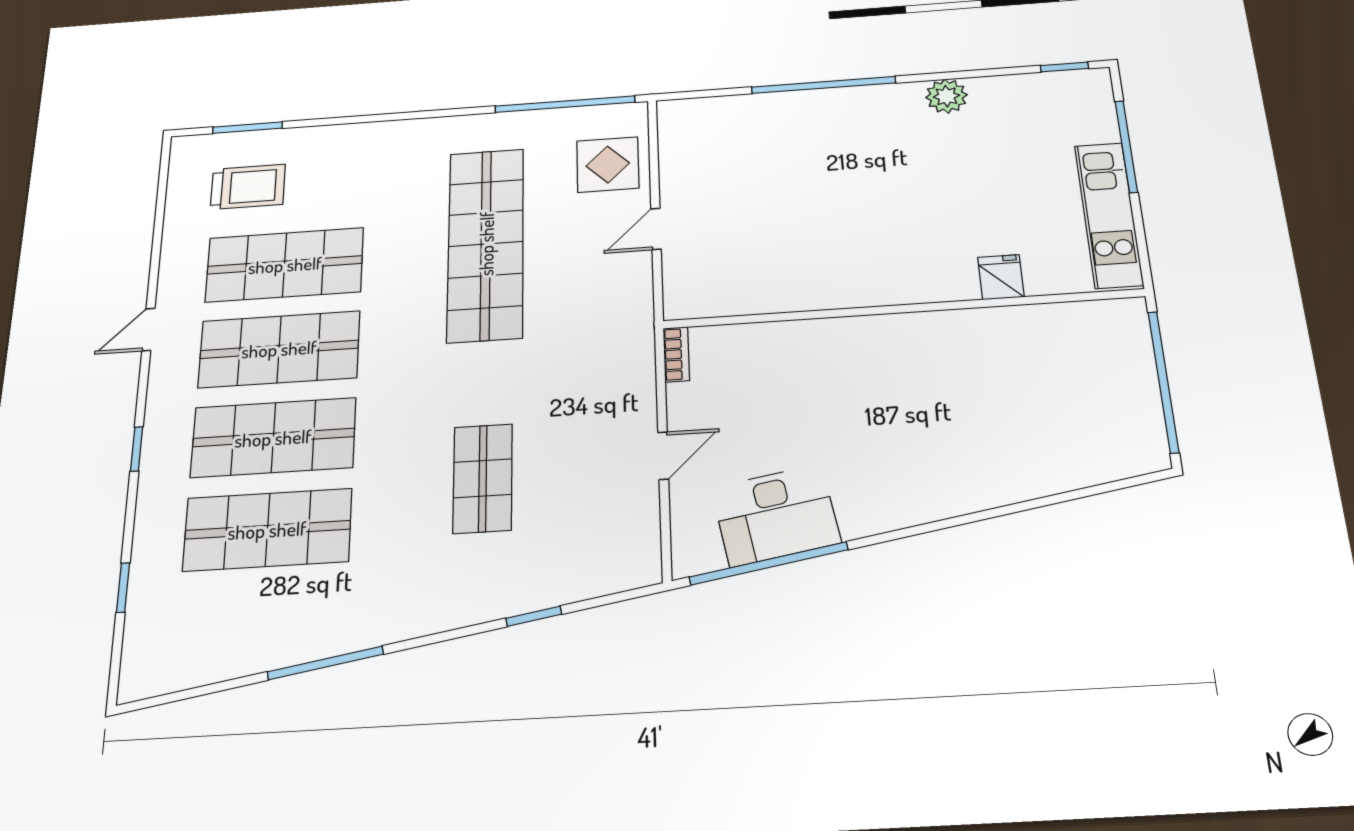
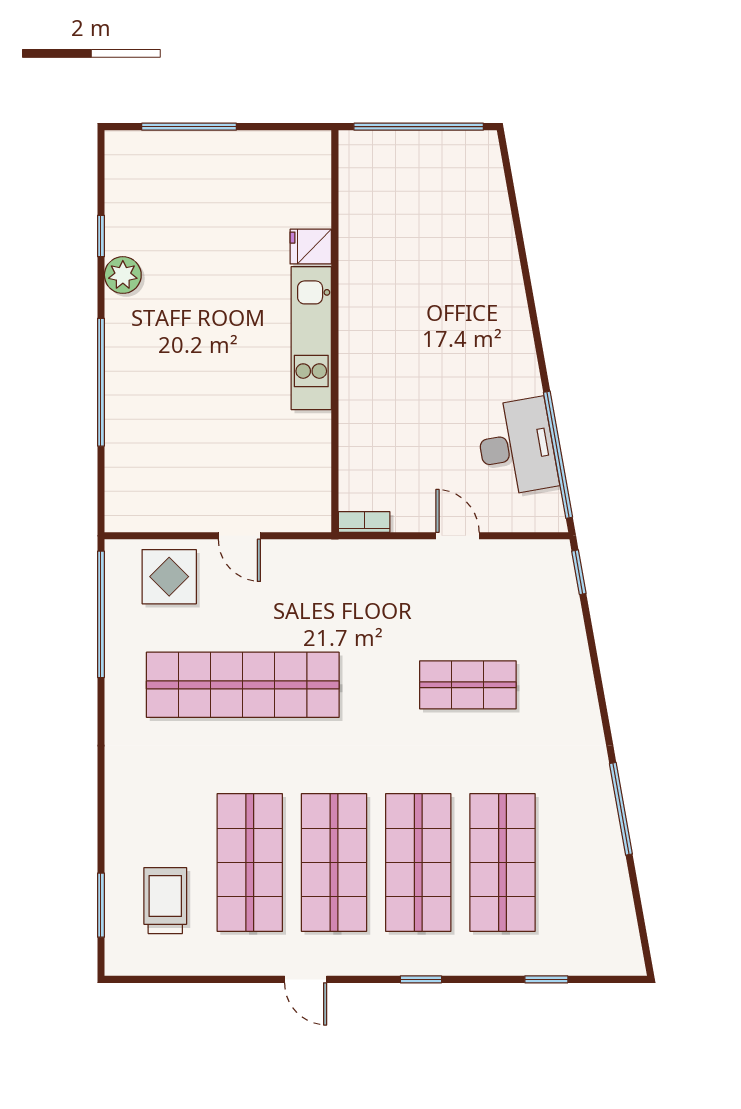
window: (1064, 67) -> (101, 236), moved
kitchen unit: (1109, 215) -> (311, 338), moved, turned 90
window: (534, 616) -> (579, 572), moved

